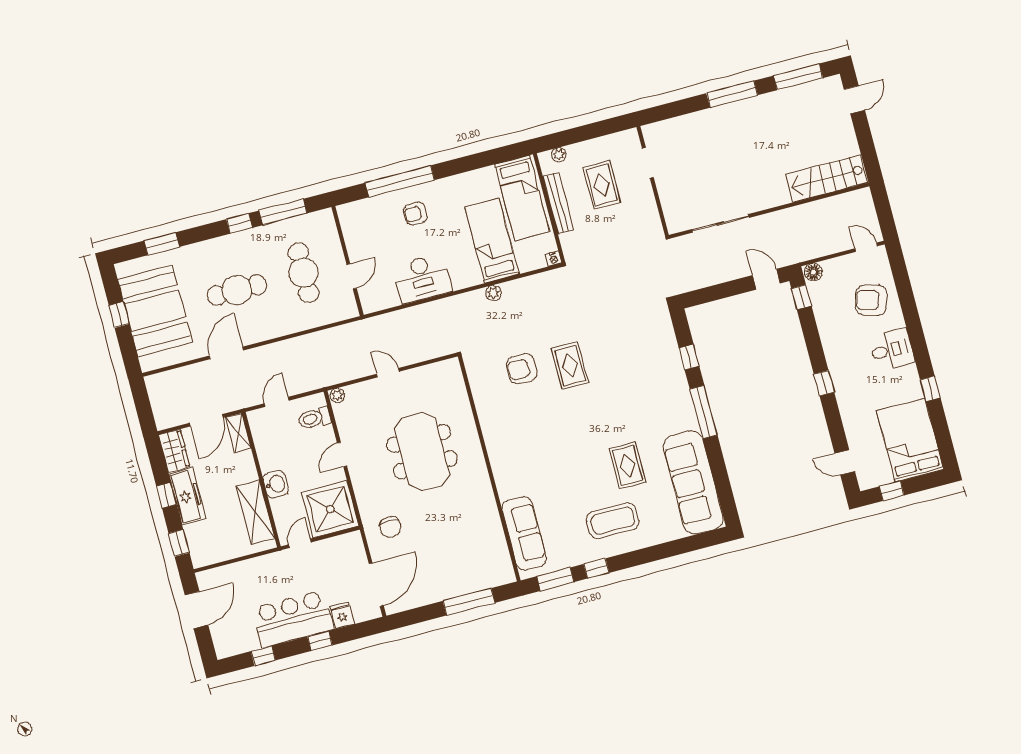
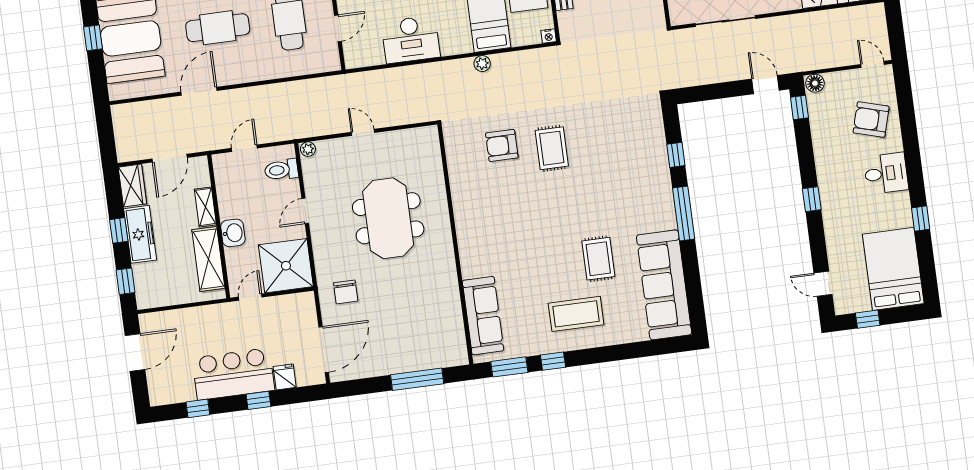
shelving: (239, 433) -> (205, 207), moved

